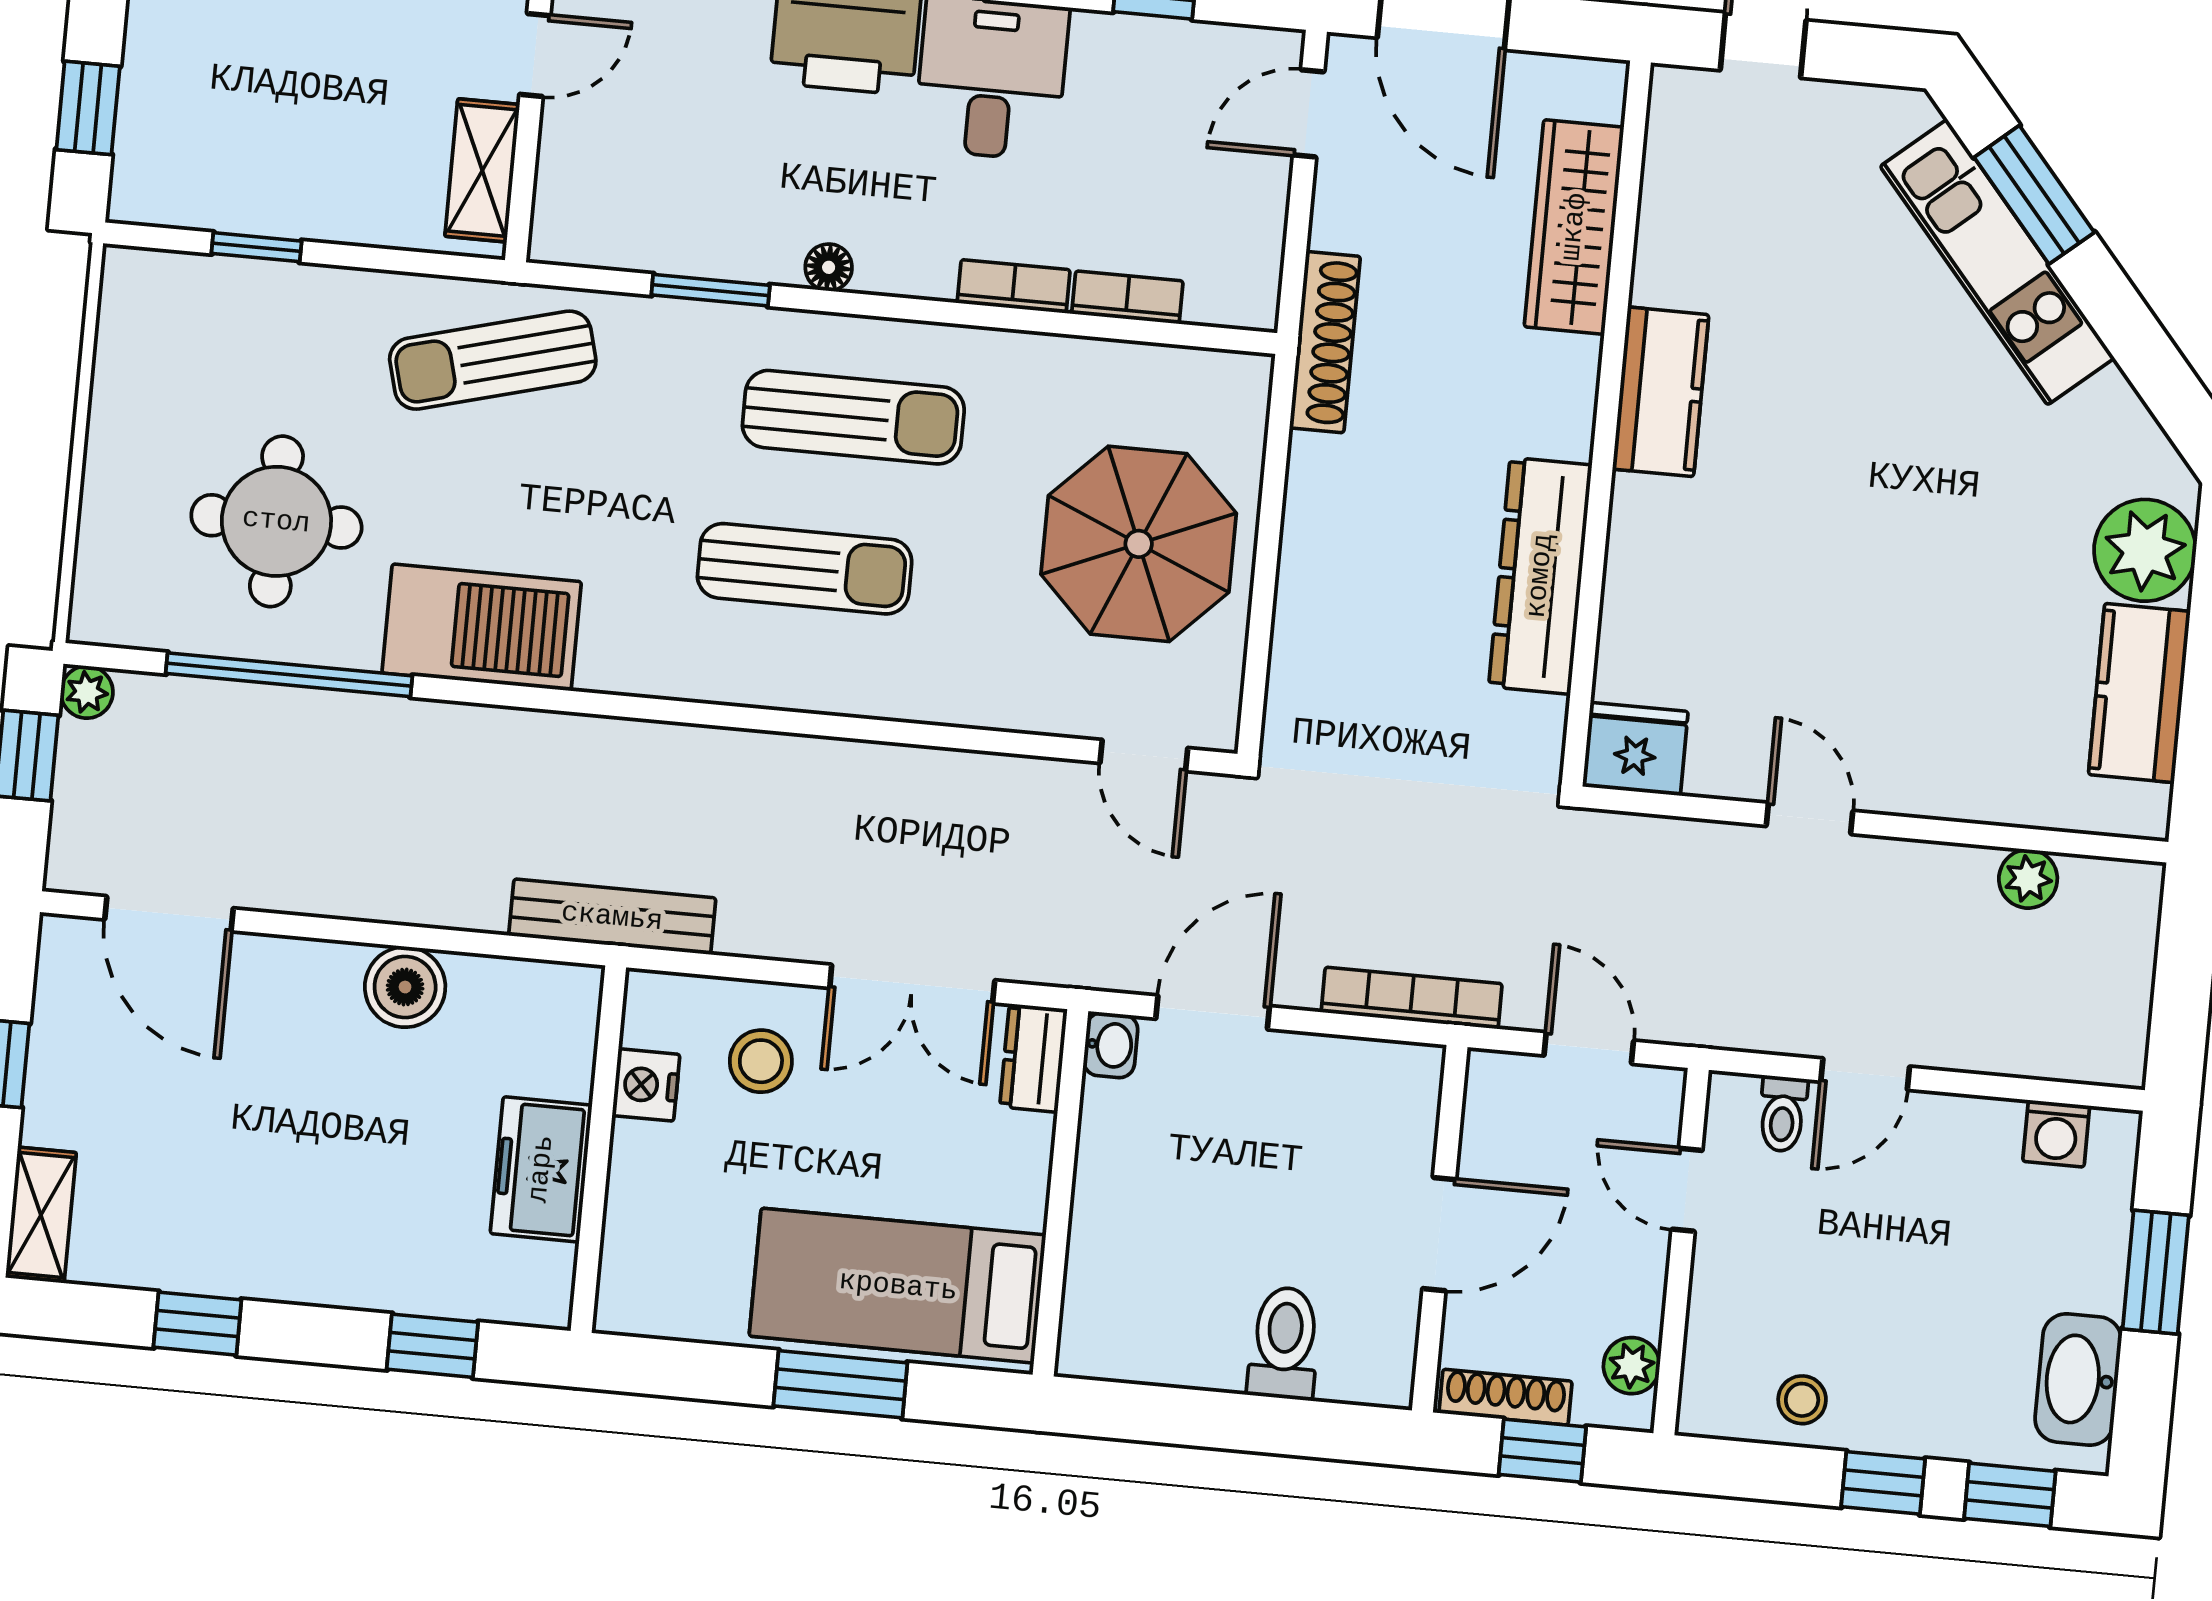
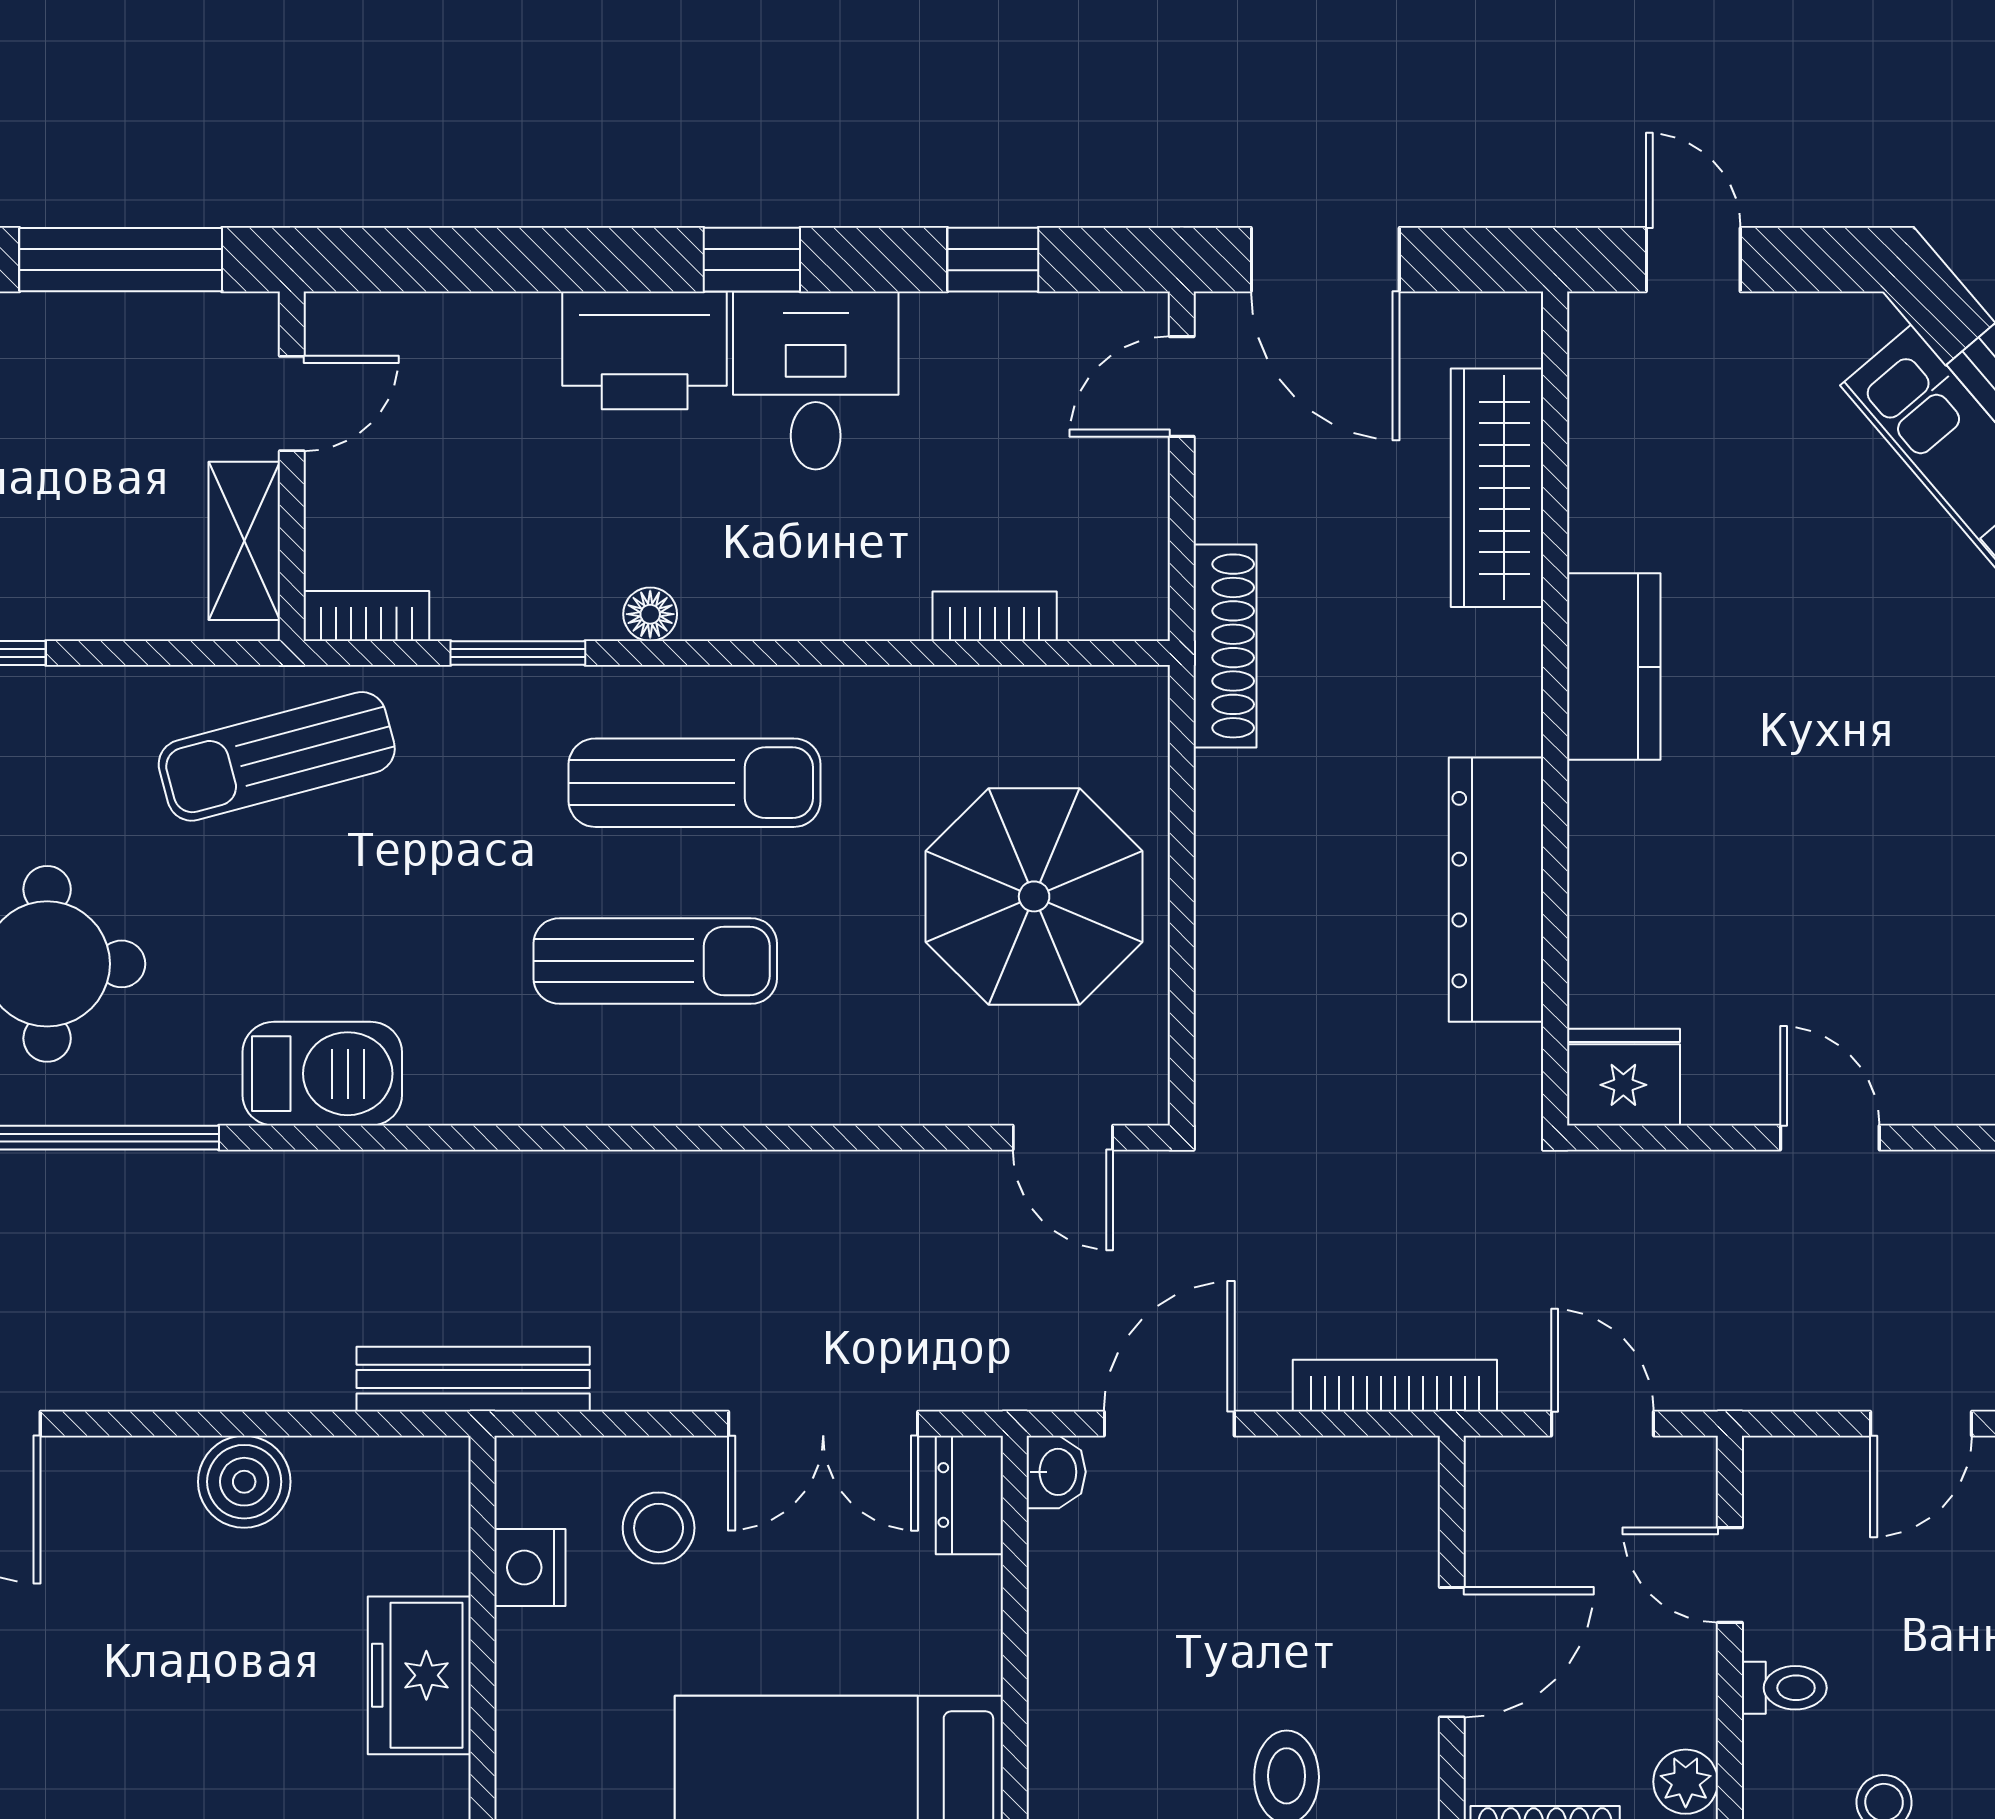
bookcase: (1014, 286) -> (366, 616), moved
barbecue: (482, 627) -> (322, 1074), width x0.73, depth x0.83
toilet: (1783, 1114) -> (1784, 1688), moved, turned -90

